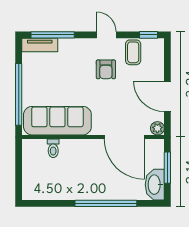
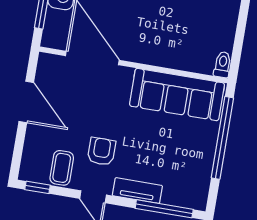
tv unit: (40, 45) -> (137, 191), moved
plant: (157, 128) -> (47, 62), removed
toilet: (53, 148) -> (222, 65), moved

